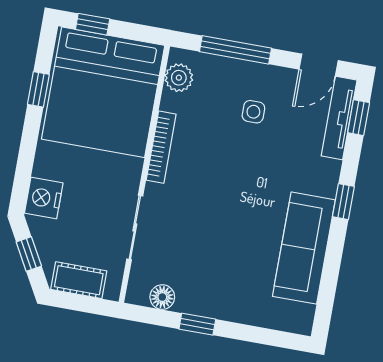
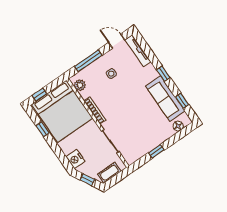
door: (319, 65) -> (117, 41), swing flipped
window: (359, 118) -> (182, 101), moved
floor lamp: (162, 297) -> (178, 126), moved

